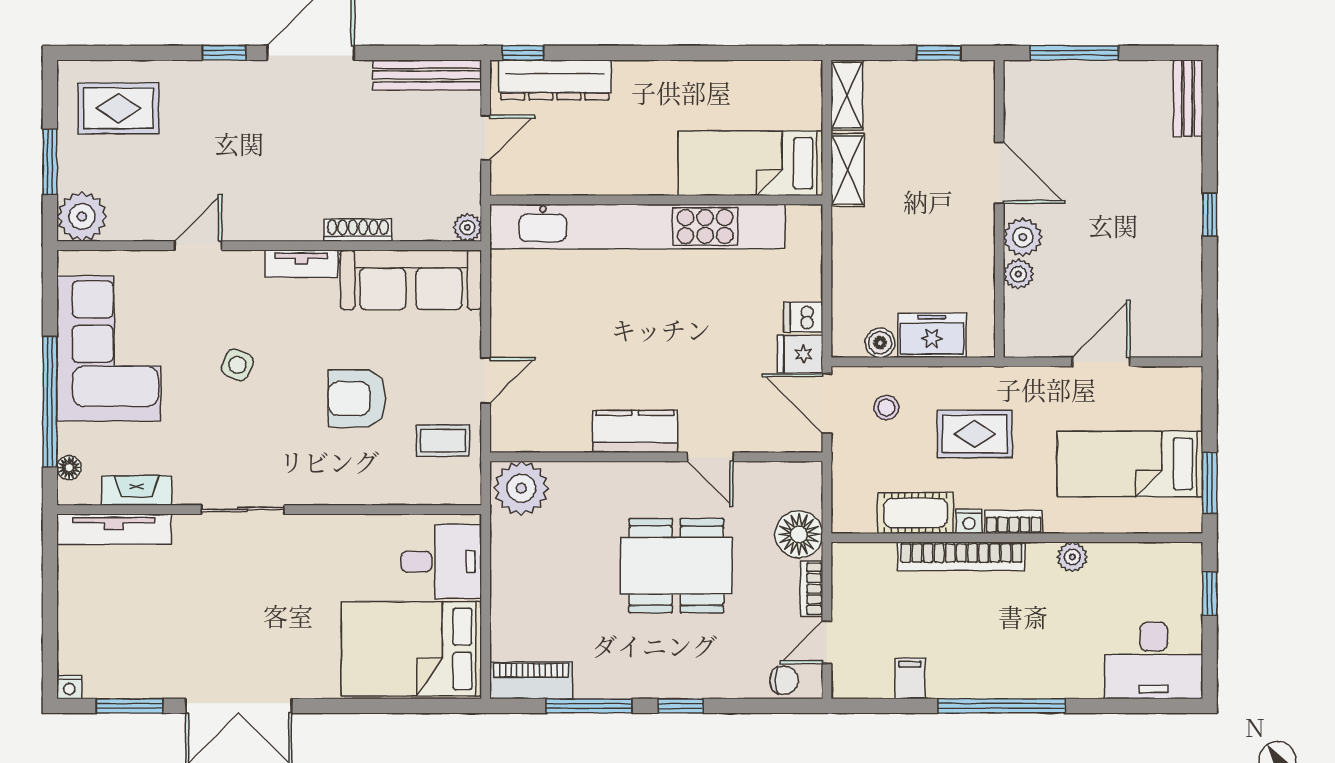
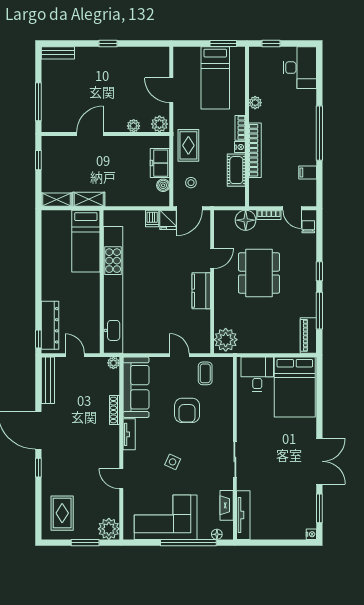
plant: (1023, 237) -> (159, 124), moved
rug: (975, 434) -> (188, 145), moved

